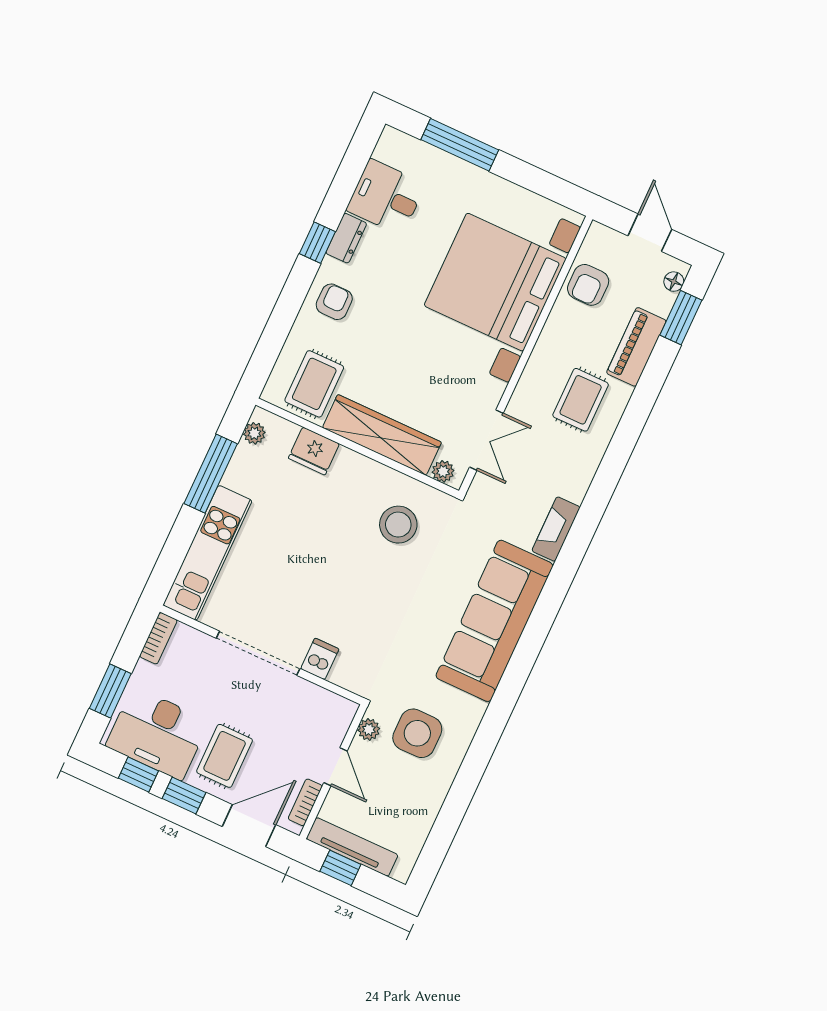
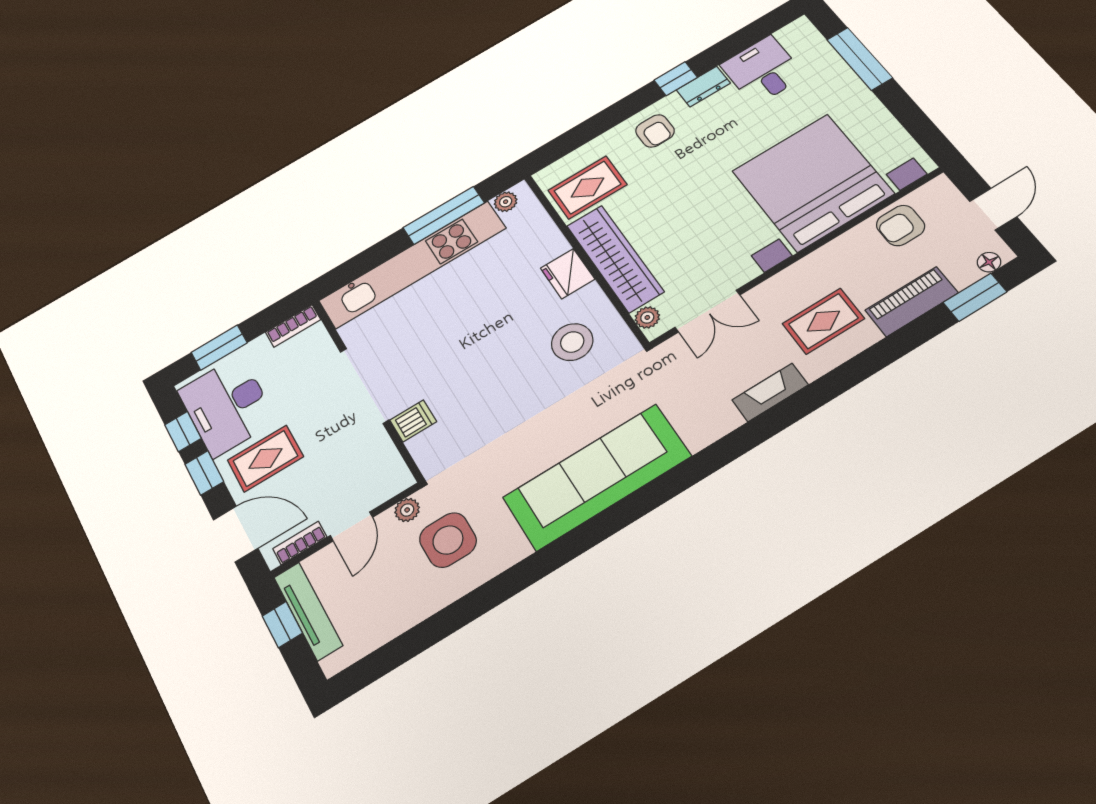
armchair: (334, 302) -> (655, 131), turned 90
fridge: (314, 451) -> (568, 274), moved
fireplace: (556, 529) -> (770, 392), moved
kitchen unit: (208, 553) -> (413, 264), width x1.36

